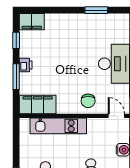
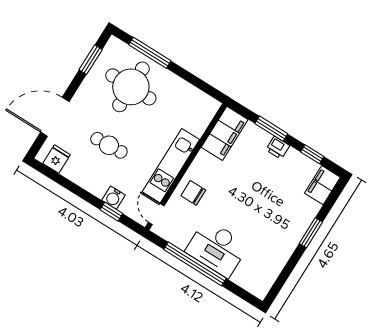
window: (96, 10) -> (311, 233), moved
door: (116, 116) -> (156, 214), swing flipped
kitchen unit: (58, 126) -> (171, 166), moved

